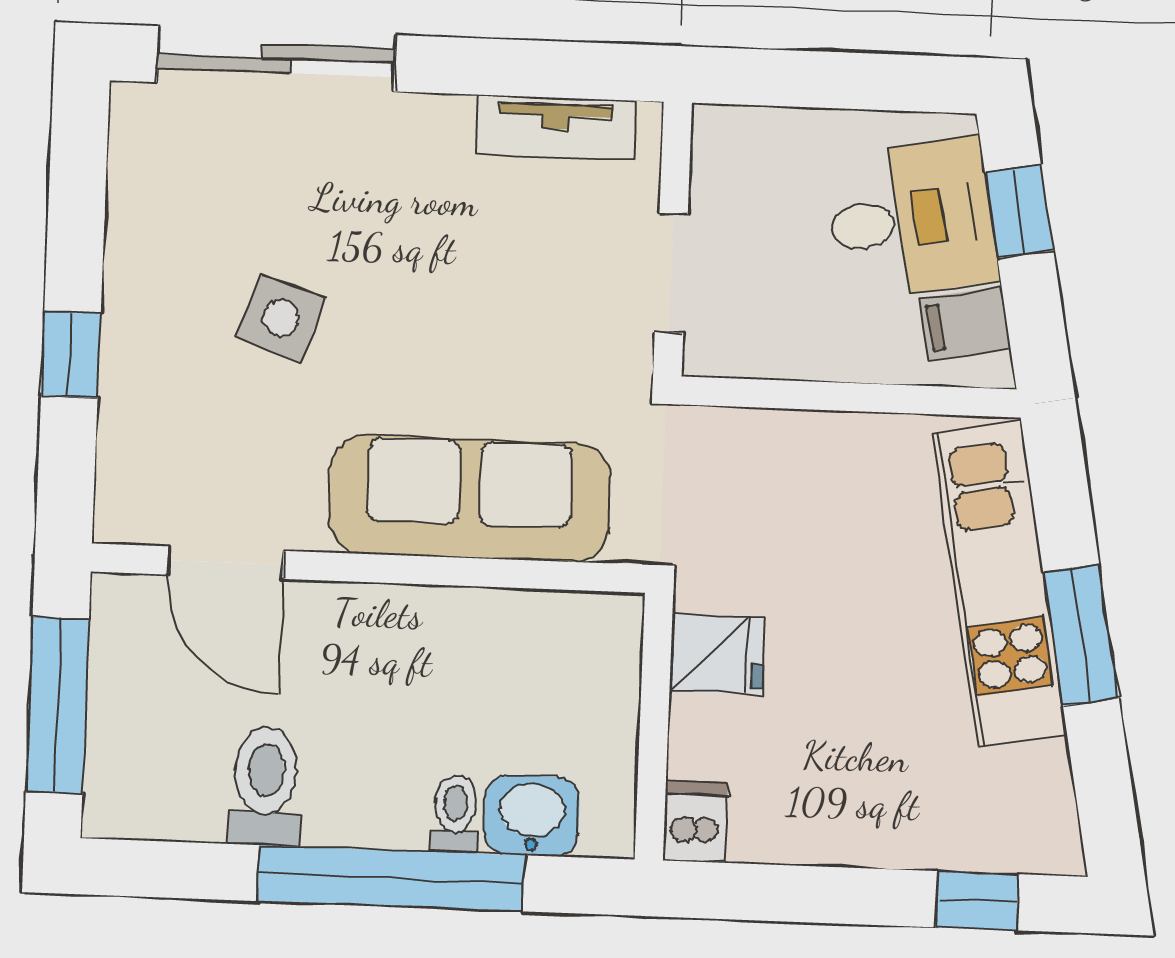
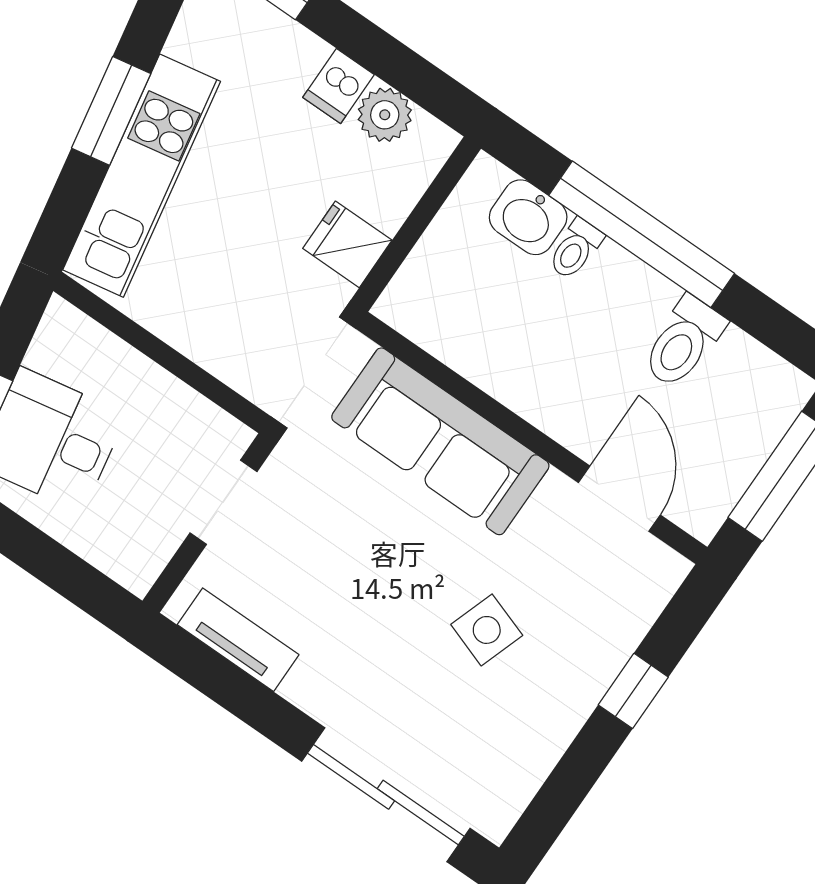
filing cabinet: (965, 323) -> (59, 353), removed
dishwasher: (695, 822) -> (339, 86), moved
plant: (768, 828) -> (385, 115), added

